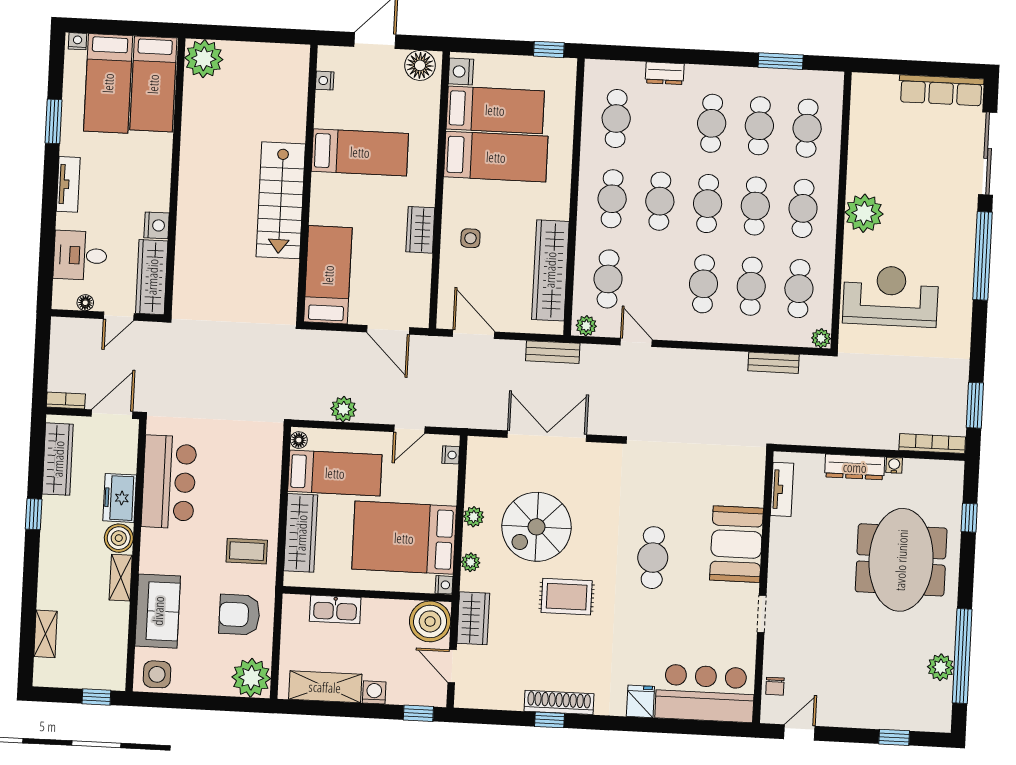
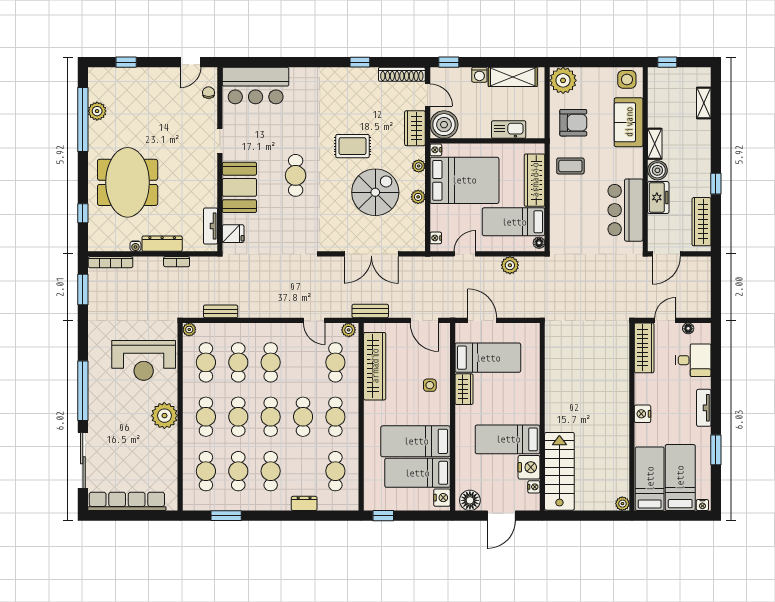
plant: (204, 59) -> (622, 504), width x0.53, depth x0.53
row of seats: (941, 90) -> (127, 501), width x1.36
nightstand: (330, 110) -> (529, 467), added
stairs: (281, 200) -> (559, 471), moved
nightstand: (157, 225) -> (643, 414), moved
bed: (328, 275) -> (488, 358), moved, turned -90
bookcase: (66, 400) -> (177, 262), moved
fridge: (640, 701) -> (233, 234), moved, turned -90
shoe rack: (559, 702) -> (402, 74), moved

